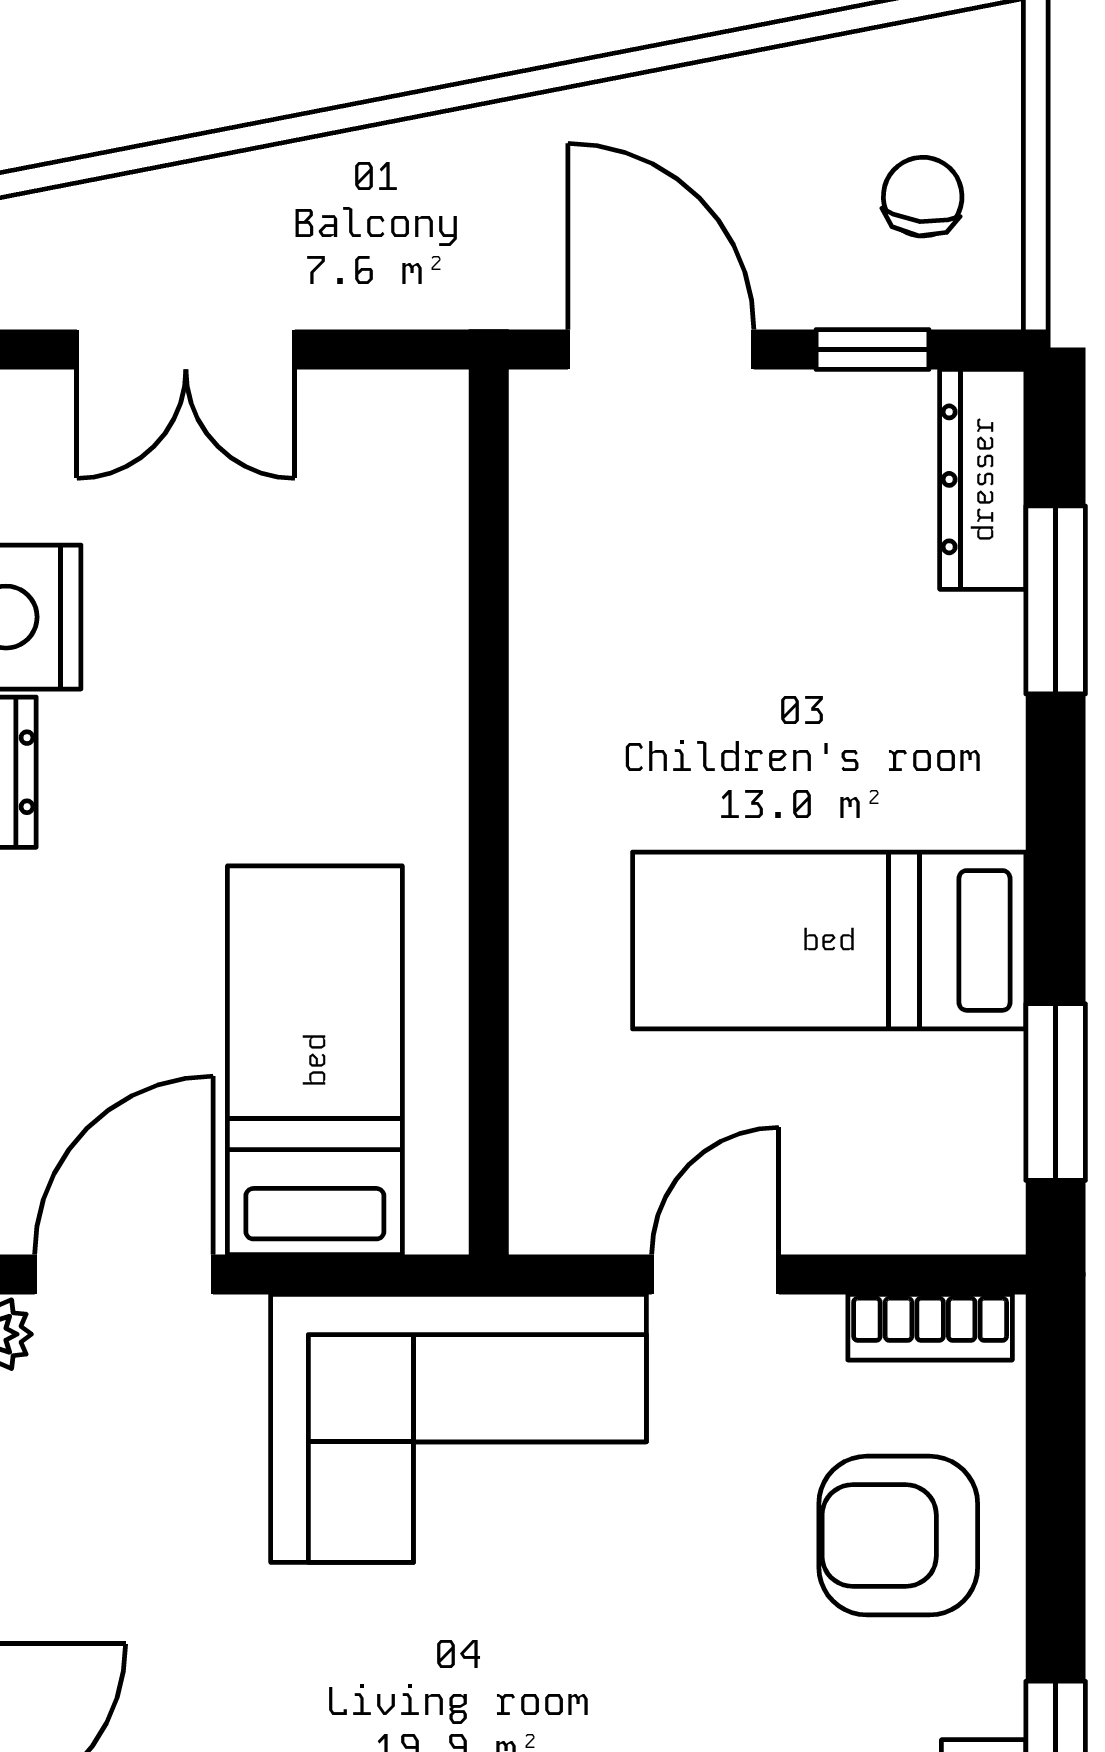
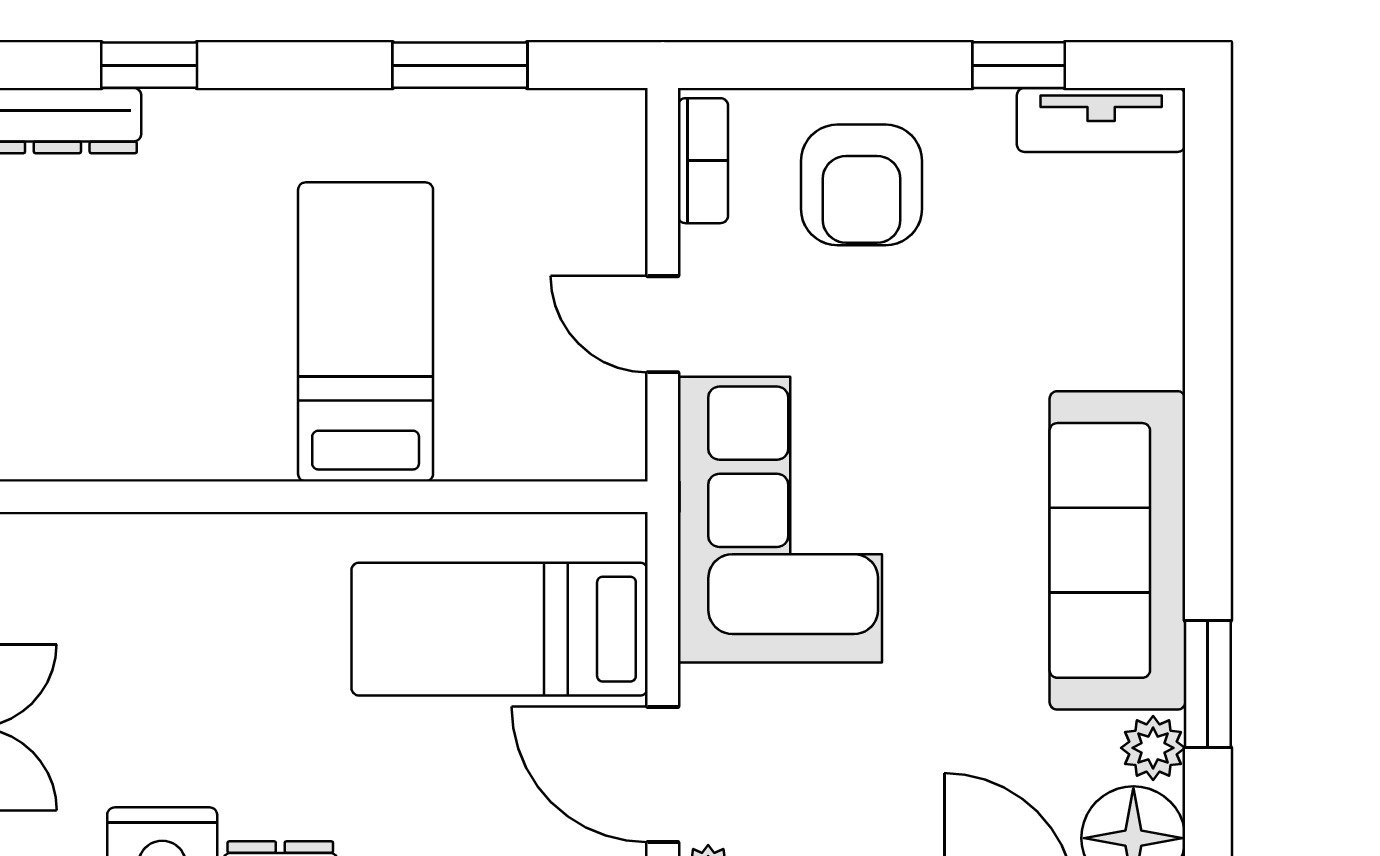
window: (1056, 600) -> (149, 65), width x0.67
bed: (829, 940) -> (366, 332), moved, turned 180
window: (1056, 1092) -> (460, 65), moved

